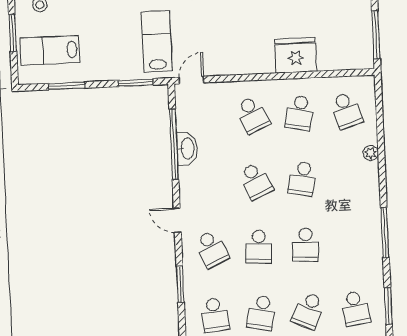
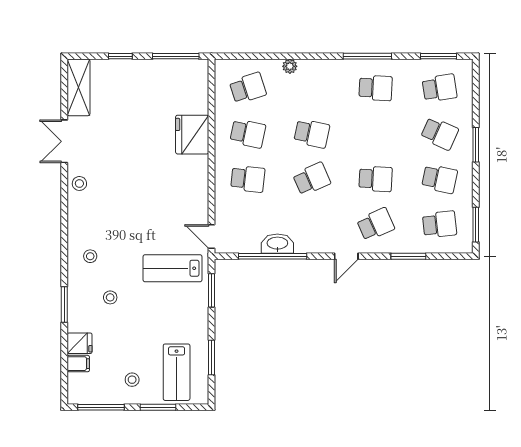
school desk: (253, 115) -> (248, 179), turned 30
school desk: (305, 245) -> (376, 88), moved

